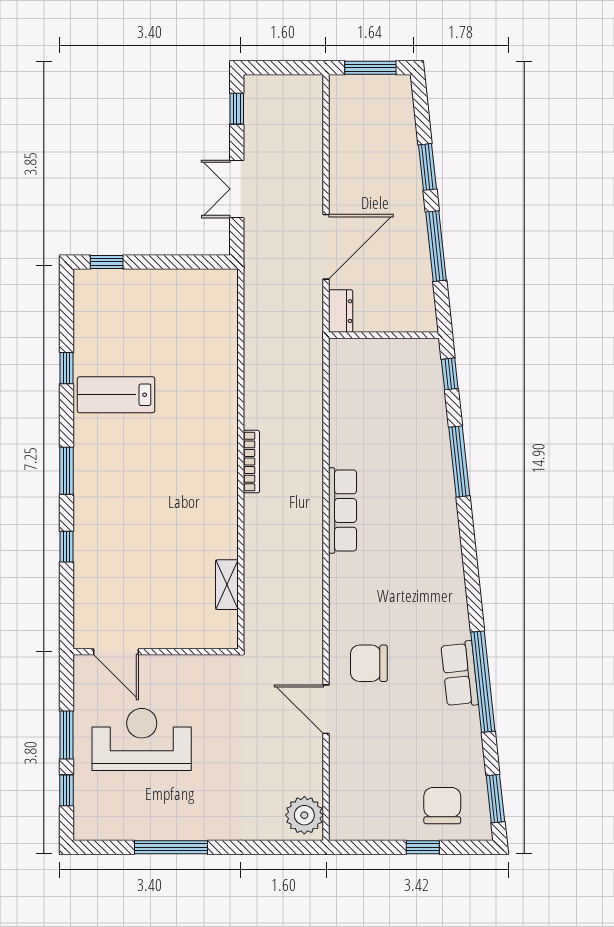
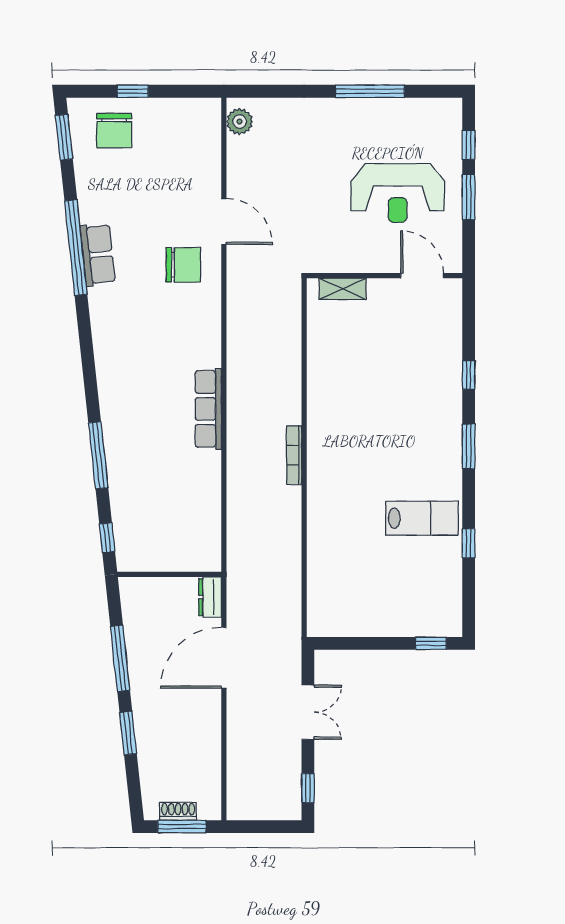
shoe rack: (374, 84) -> (178, 811), added
shelving: (227, 585) -> (343, 289), moved, turned 90
plant: (304, 815) -> (239, 122), width x0.73, depth x0.73

